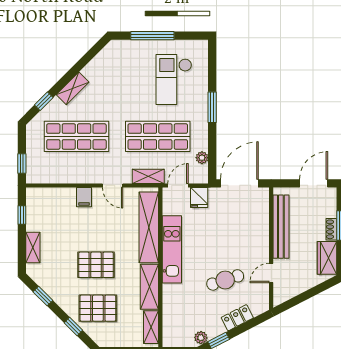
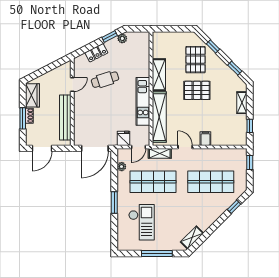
shelving: (73, 88) -> (192, 238), moved
pallet: (98, 308) -> (196, 60), turned 90
shelving: (151, 327) -> (158, 46), removed

